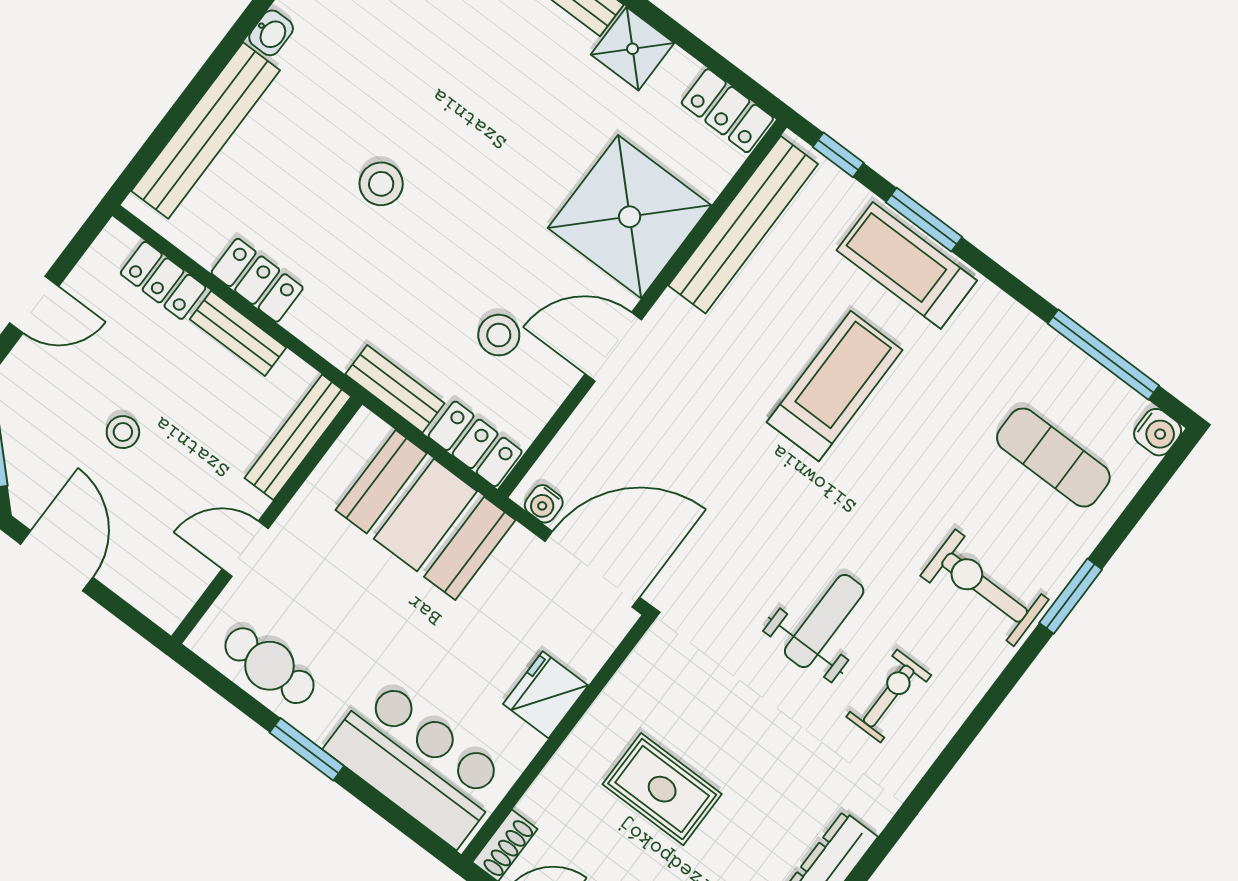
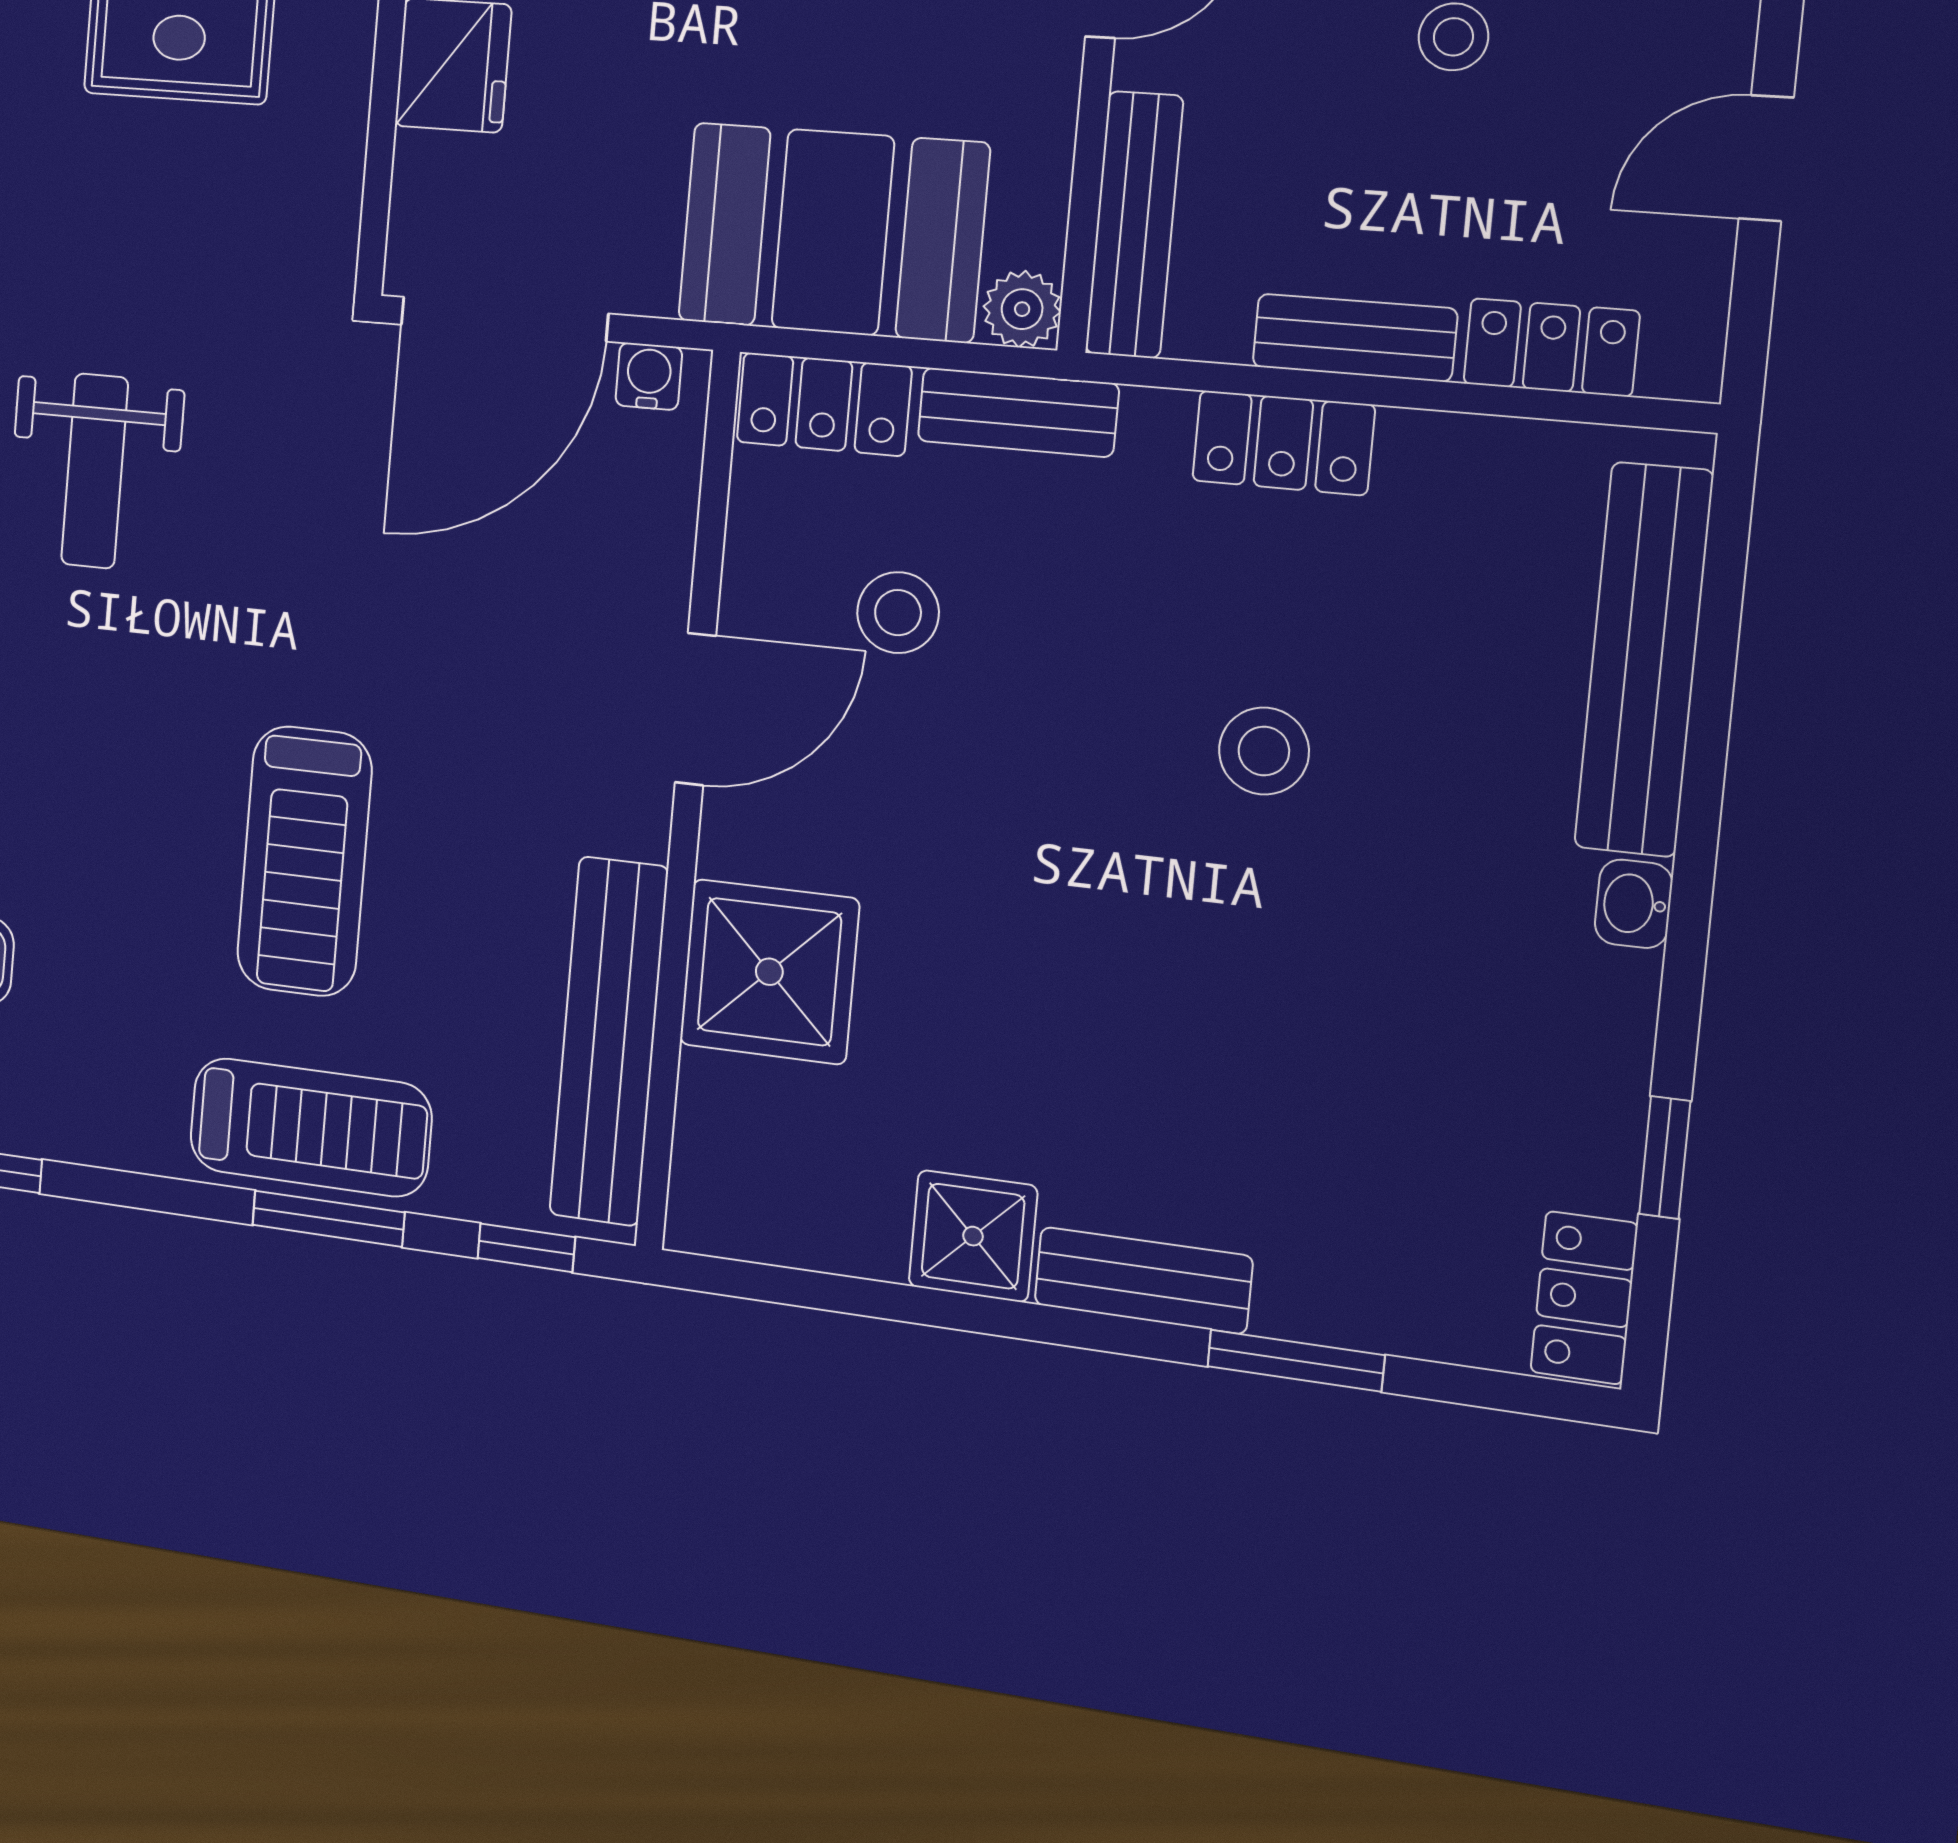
locker: (727, 111) -> (750, 1219), removed
shower: (630, 217) -> (769, 972), width x0.73, depth x0.73
locker: (257, 280) -> (1283, 443), moved
plant: (366, 431) -> (1022, 309), added

